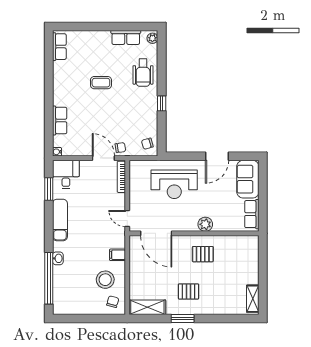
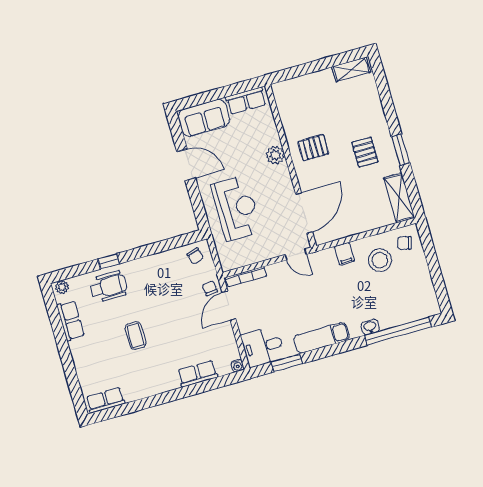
window: (162, 103) -> (109, 261), moved
door: (127, 219) -> (296, 254), hinge flipped
pallet: (203, 254) -> (313, 148), turned 90

